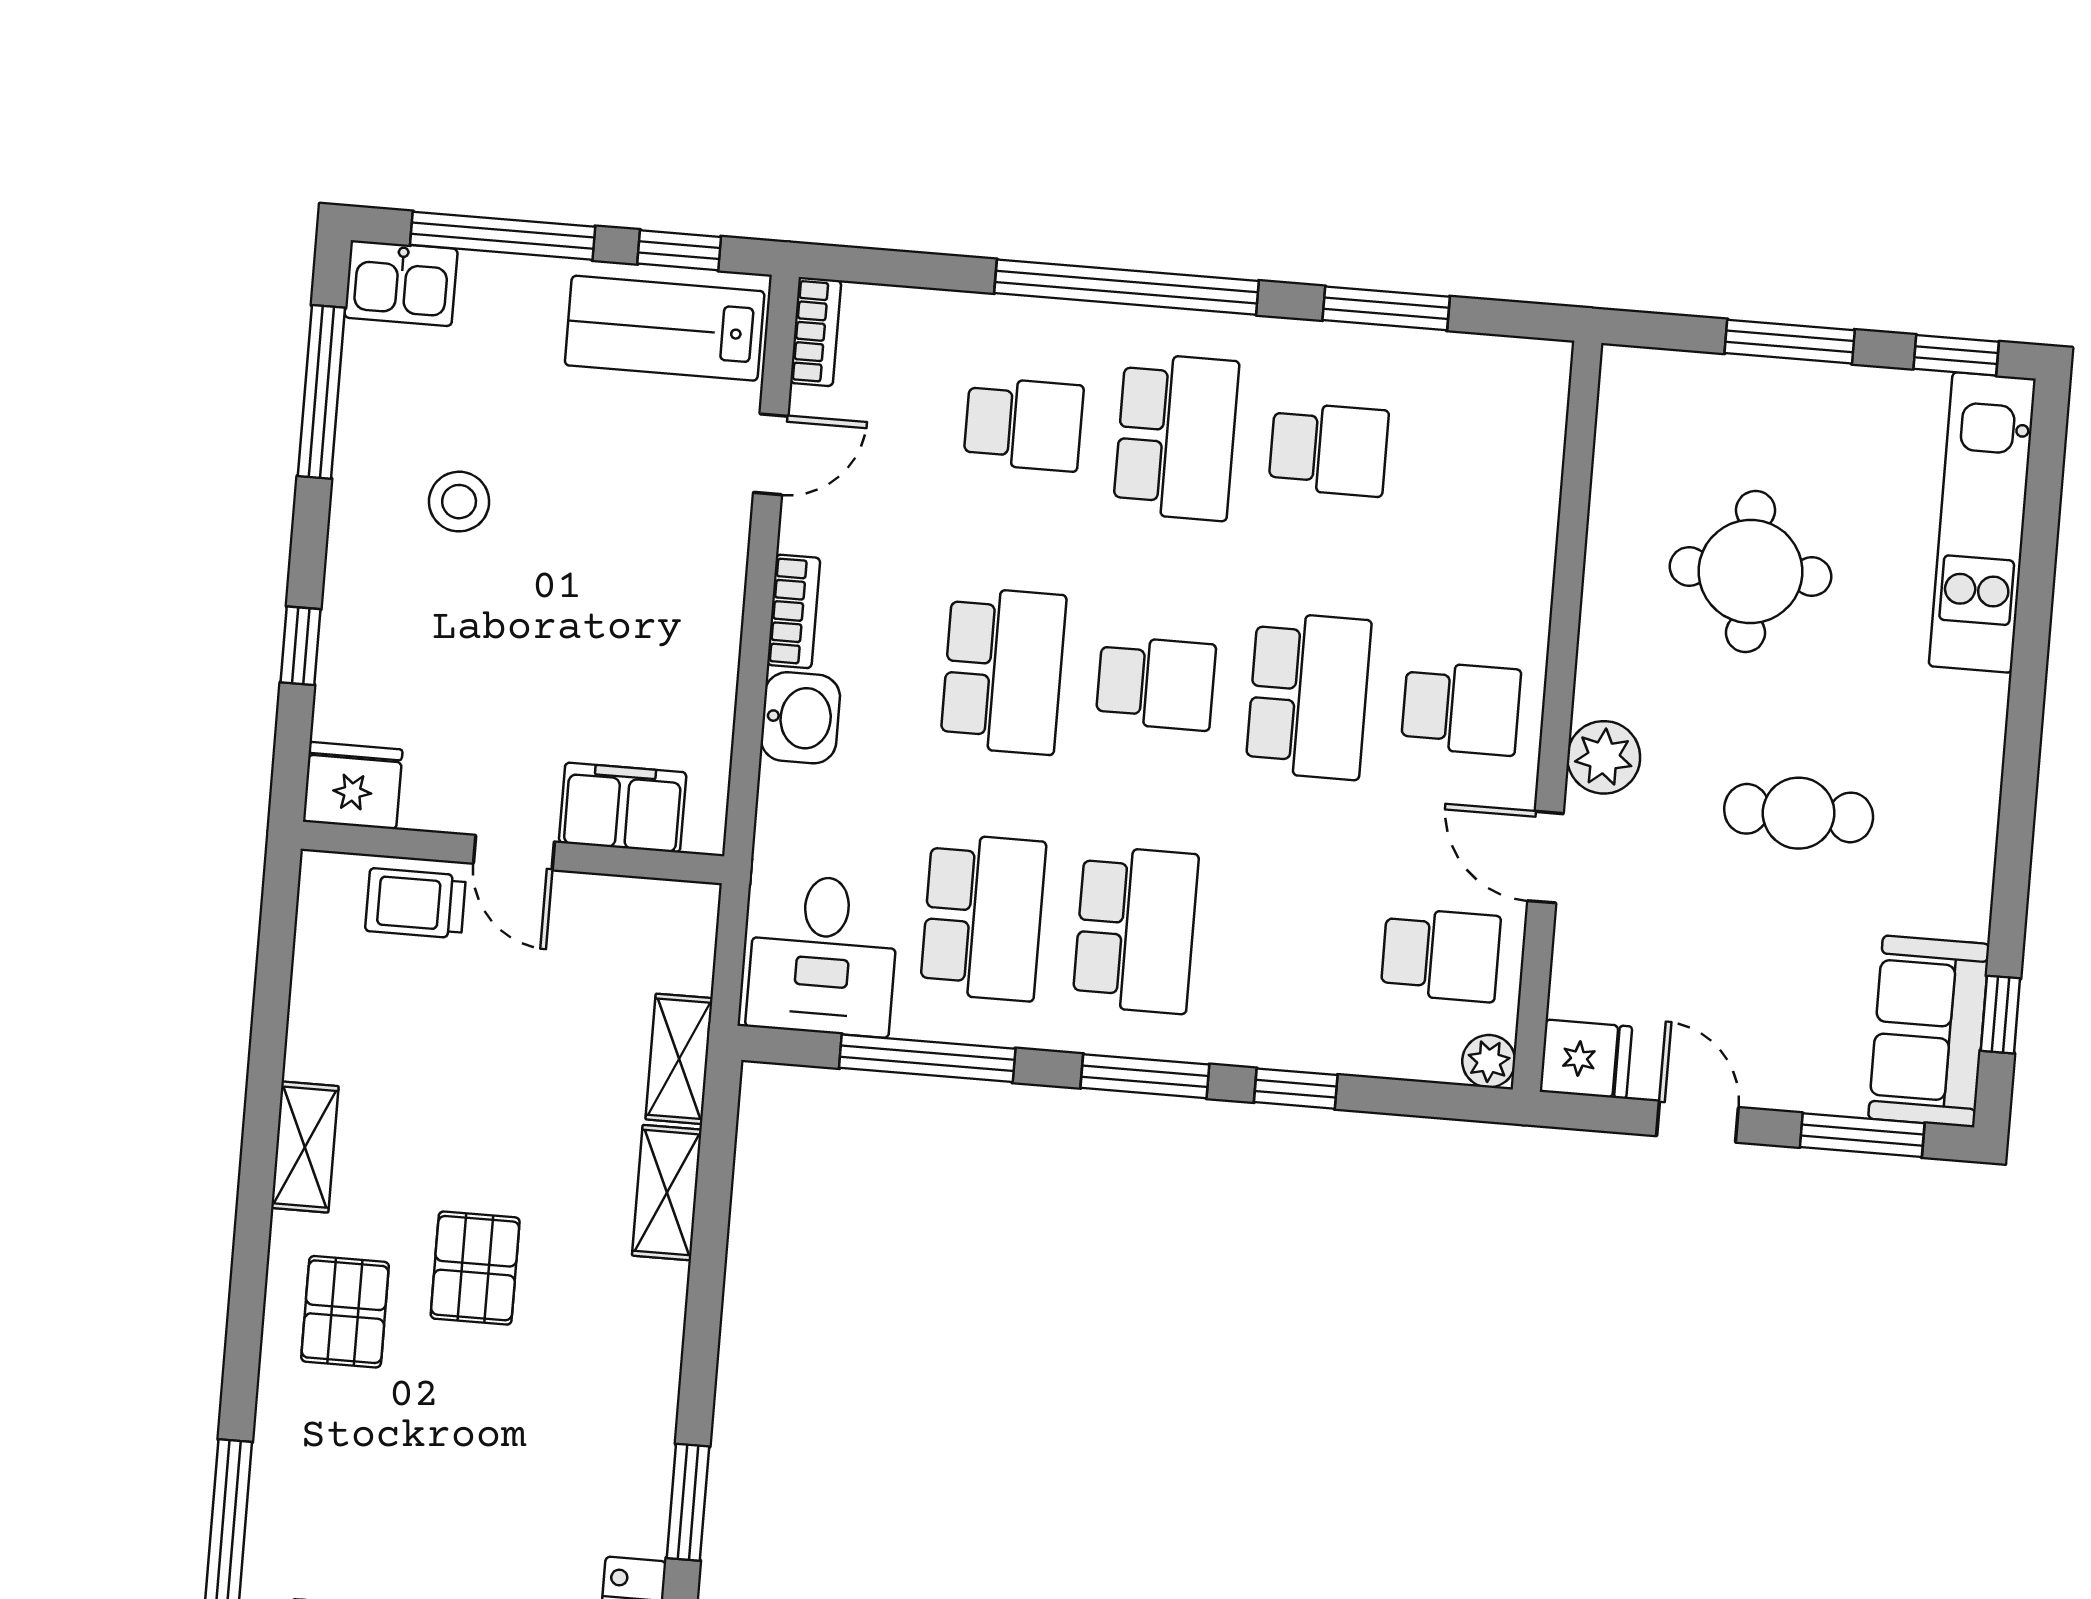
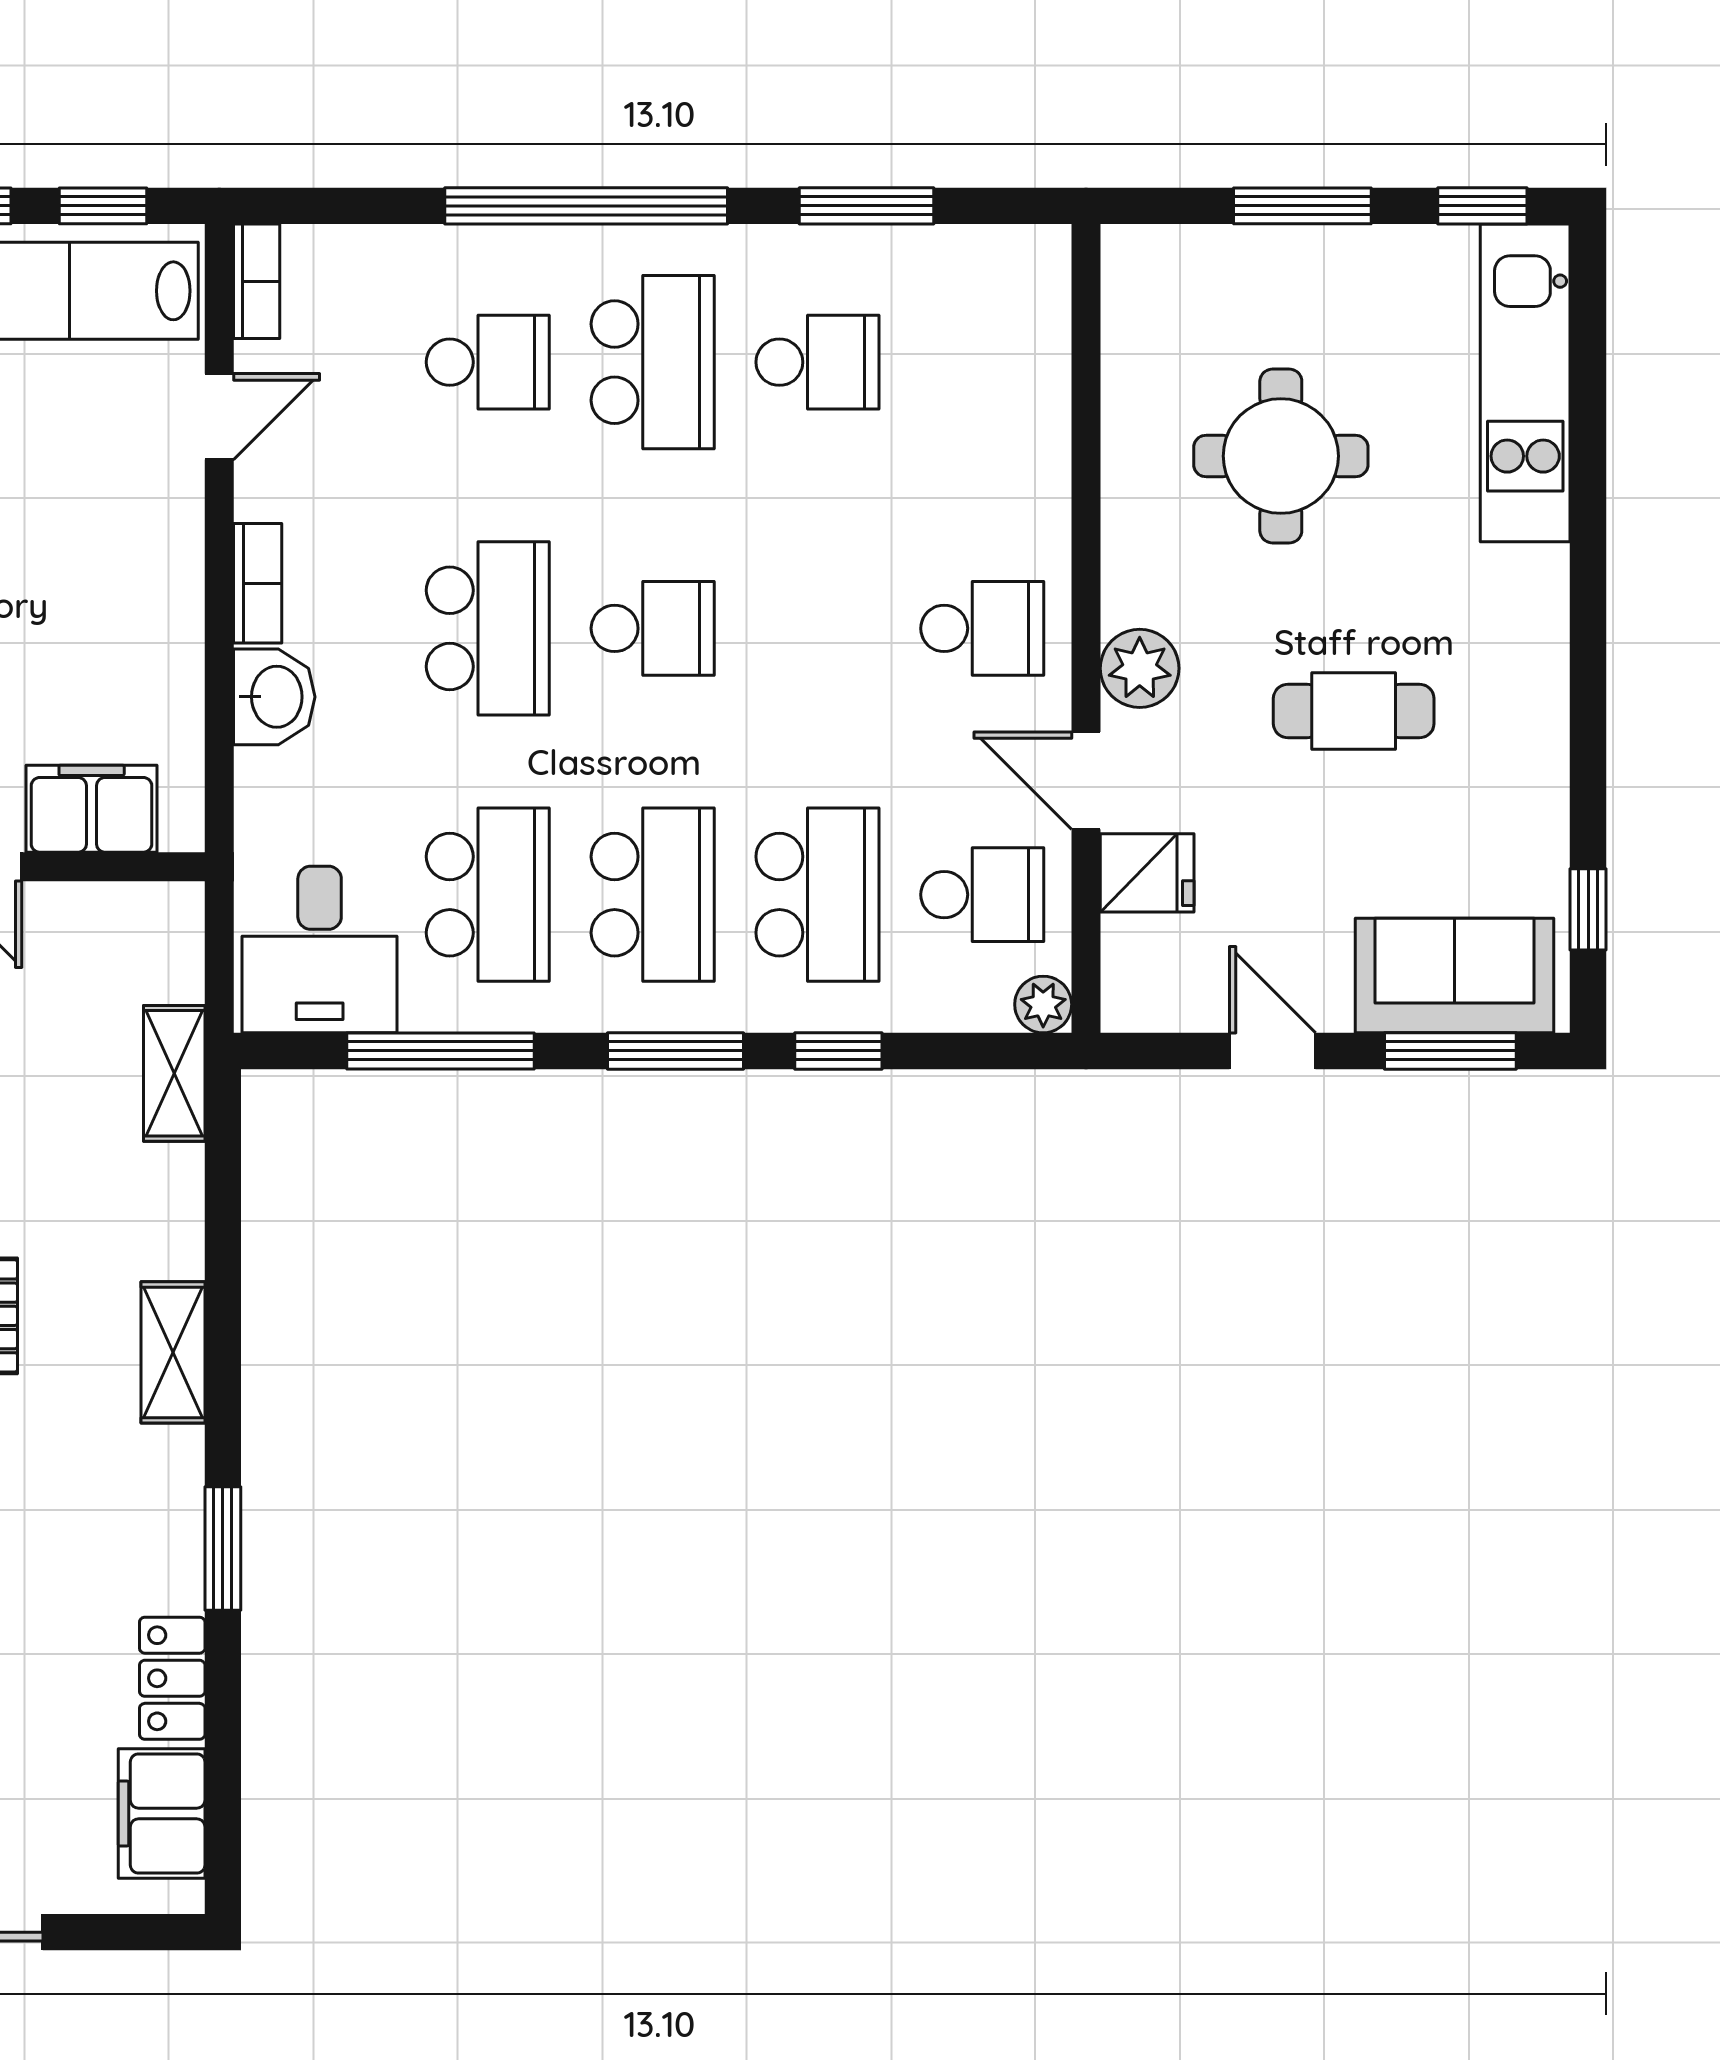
school desk: (1308, 696) -> (817, 895), moved
sofa: (1929, 1031) -> (1455, 976), moved, turned 90
fridge: (1586, 1059) -> (1147, 873), moved
shelving: (667, 1193) -> (173, 1352), moved

